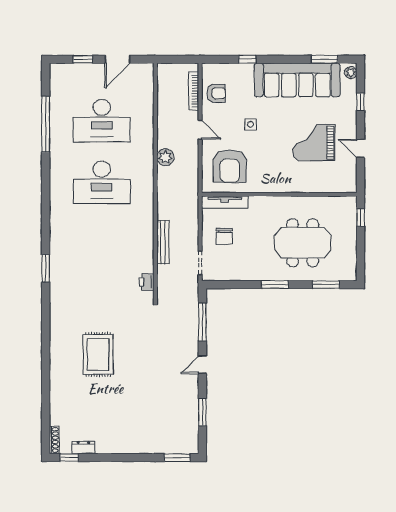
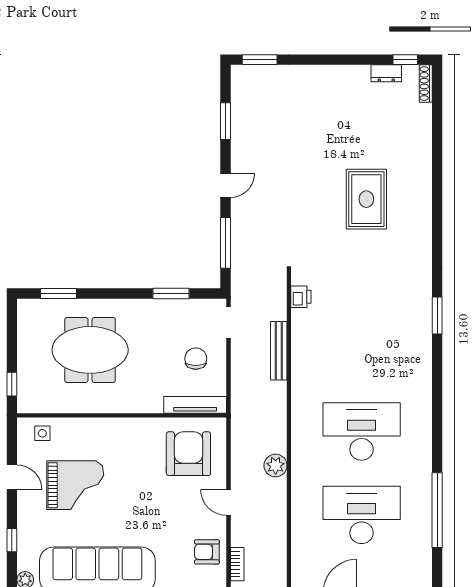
bookcase: (194, 91) -> (237, 564), width x0.64
side table: (250, 124) -> (42, 433), moved
window: (275, 285) -> (171, 293), moved

